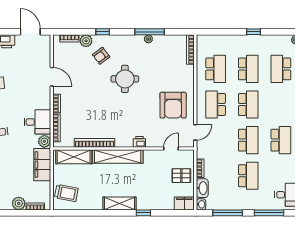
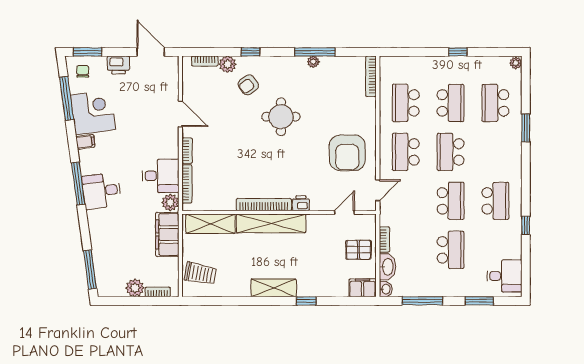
school desk: (216, 69) -> (406, 103), turned 180
school desk: (248, 105) -> (451, 152), turned 180
bookcase: (94, 143) -> (264, 205), moved
window: (269, 213) -> (479, 301), width x0.69

